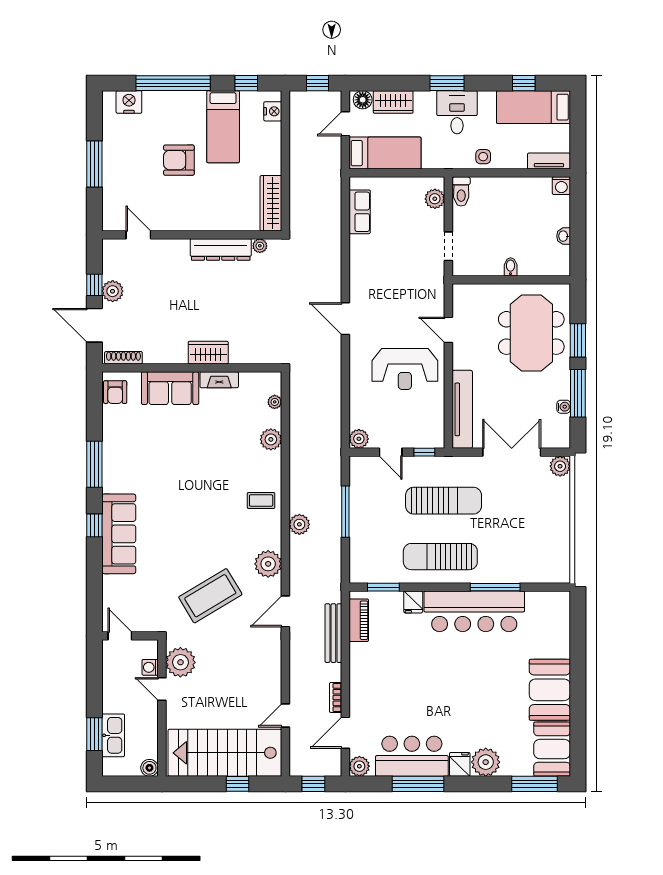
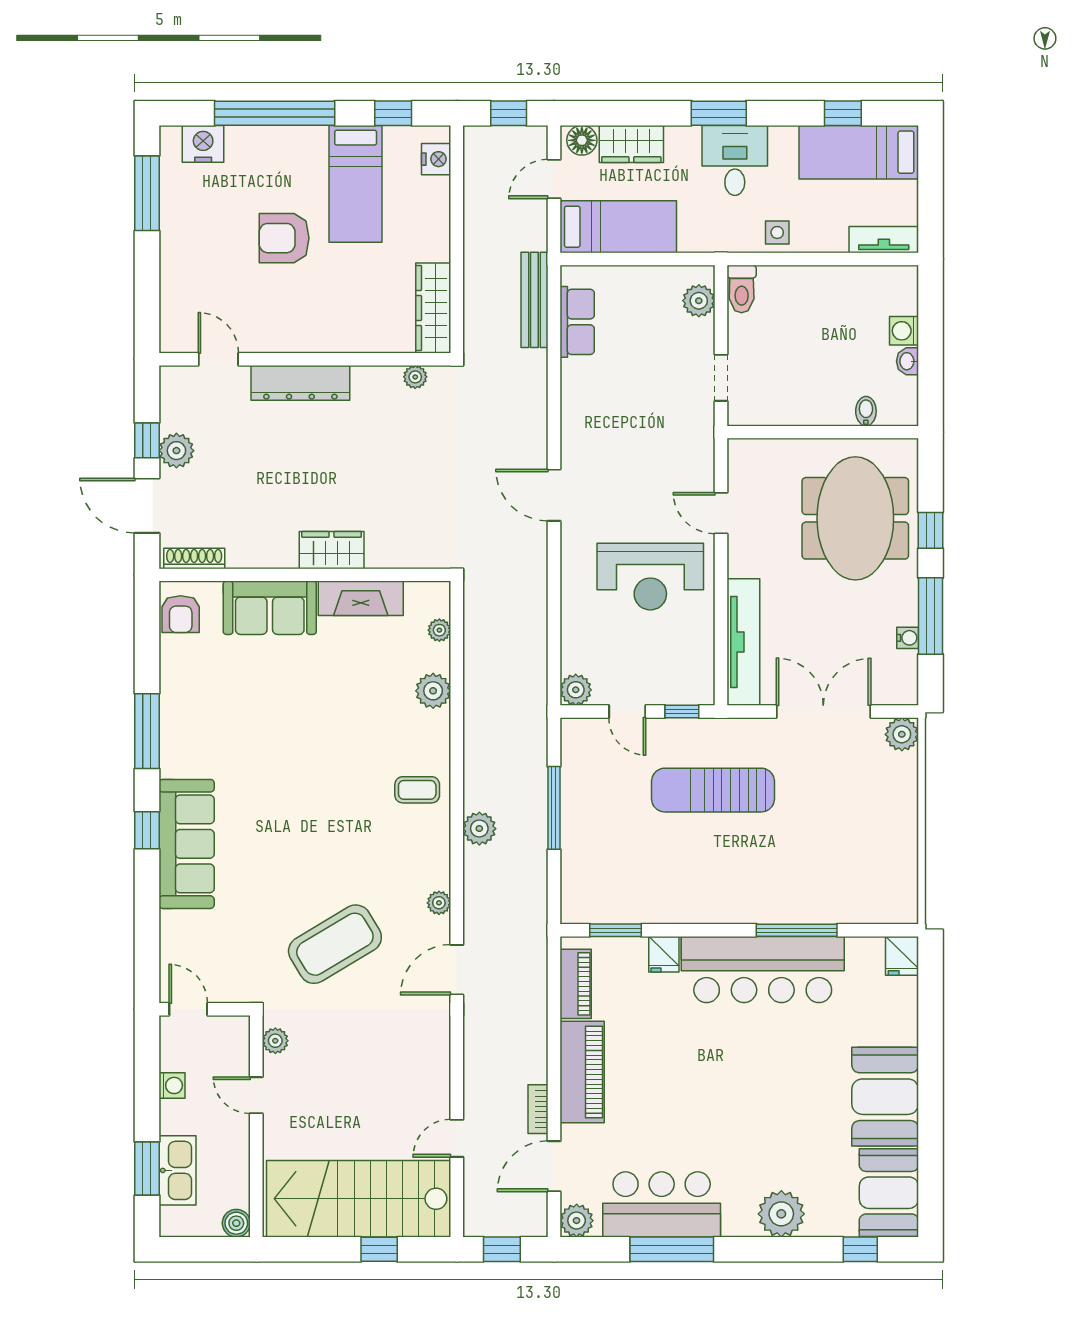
window: (94, 164) -> (147, 193), moved
washing machine: (561, 186) -> (904, 331), moved, turned 90
dresser: (221, 249) -> (300, 383), moved
bidet: (511, 267) -> (866, 411), moved
window: (578, 340) -> (931, 530), width x0.67
fireplace: (219, 380) -> (361, 598), width x1.37, depth x1.32
sun lounger: (444, 501) -> (713, 790), turned 180
sun lounger: (440, 557) -> (708, 881), removed
plant: (268, 564) -> (439, 903), width x0.53, depth x0.53
bench: (333, 633) -> (534, 300), moved
plant: (180, 662) -> (275, 1041), width x0.53, depth x0.53
washing machine: (150, 667) -> (172, 1085), moved, turned 180
piano: (363, 675) -> (582, 1072), added
fridge: (460, 764) -> (902, 956), moved, turned 180
window: (534, 784) -> (860, 1249), width x0.46

